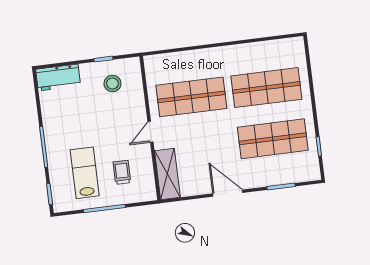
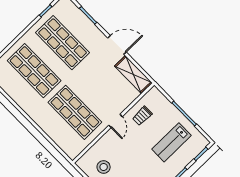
door: (151, 132) -> (115, 121), hinge flipped
trolley: (122, 172) -> (142, 116), moved
shelving: (167, 174) -> (133, 74), moved, turned 90
door: (228, 193) -> (117, 45), swing flipped

